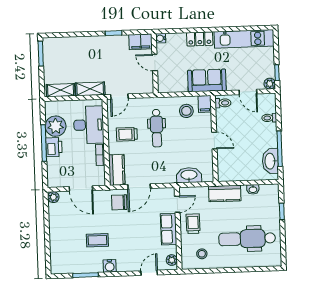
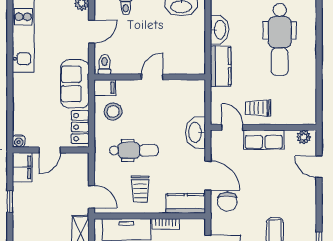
locker: (200, 39) -> (80, 127), moved, turned 180
washbasin: (189, 175) -> (196, 132), moved
washbasin: (253, 189) -> (219, 30), width x1.91, depth x1.45
stool: (202, 254) -> (297, 98), removed
water cooler: (110, 266) -> (308, 217), removed

